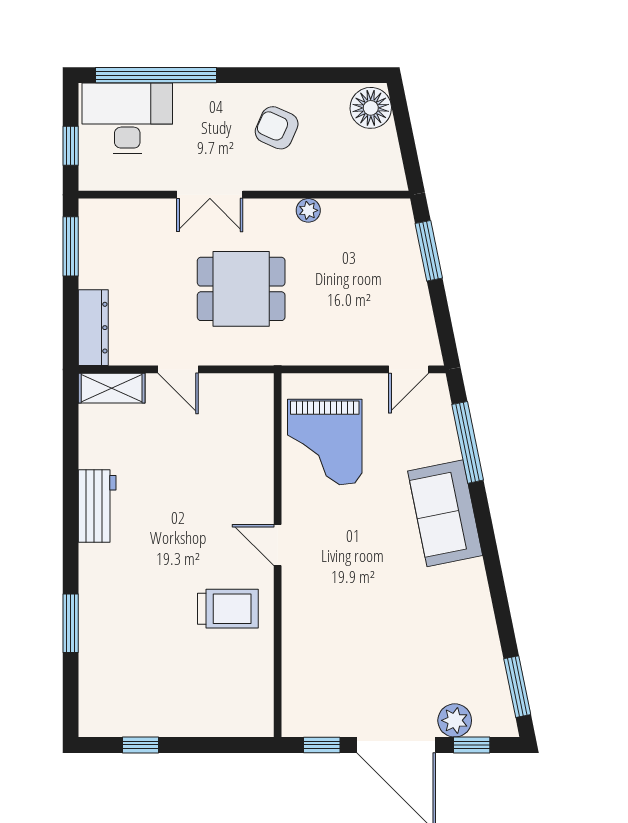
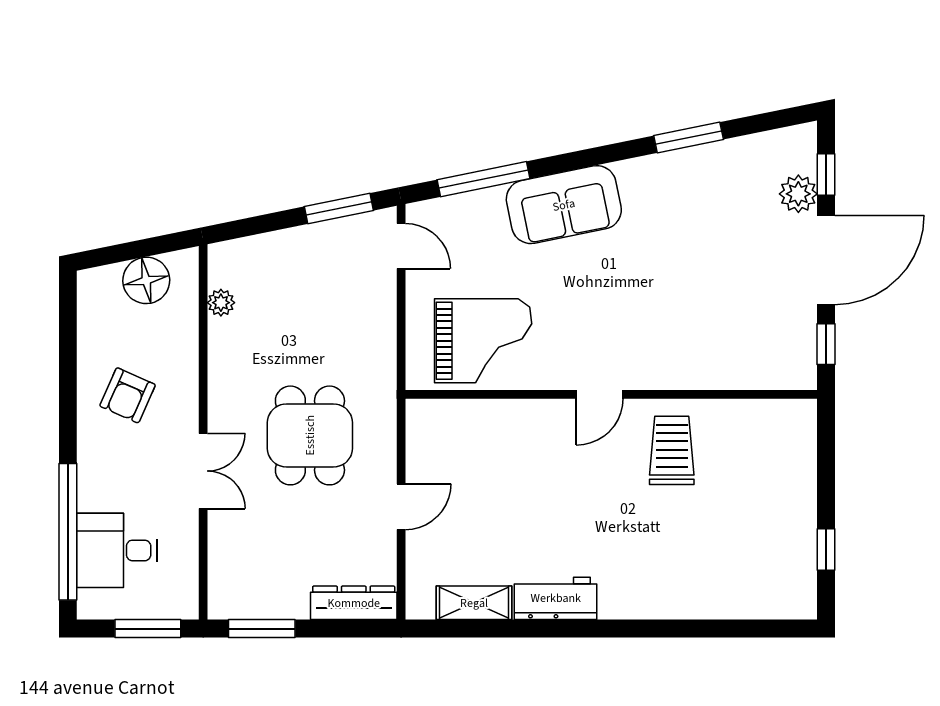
floor lamp: (371, 108) -> (146, 280), moved
desk: (127, 118) -> (117, 550), width x0.73
window: (71, 146) -> (148, 629), width x1.50
plant: (308, 210) -> (221, 303), moved
window: (429, 251) -> (339, 208), moved
shelving: (112, 388) -> (474, 603), moved, turned 90
window: (71, 623) -> (688, 629), removed
window: (517, 687) -> (689, 137), moved

